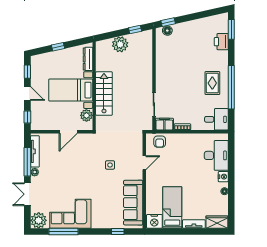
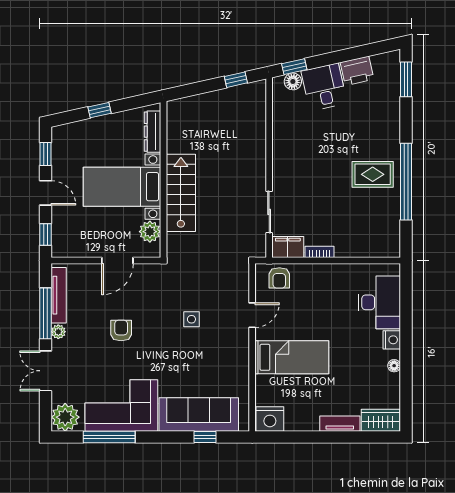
printer: (221, 42) -> (357, 71), moved, turned -103
plant: (120, 44) -> (209, 106), removed
rug: (212, 83) -> (373, 174), turned 90
desk: (216, 119) -> (324, 87), moved, turned -103
armchair: (70, 171) -> (121, 330), added
sofa: (133, 203) -> (199, 414), moved, turned 90
bed: (172, 207) -> (292, 357), moved, turned 90

